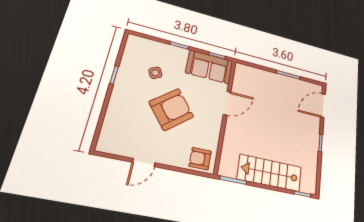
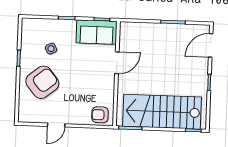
armchair: (171, 109) -> (42, 82), moved
stairs: (270, 173) -> (162, 112), width x1.36, depth x1.51

